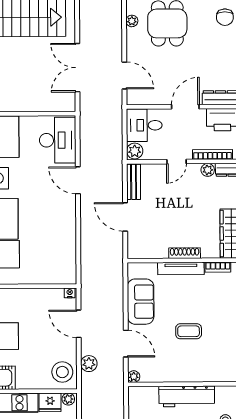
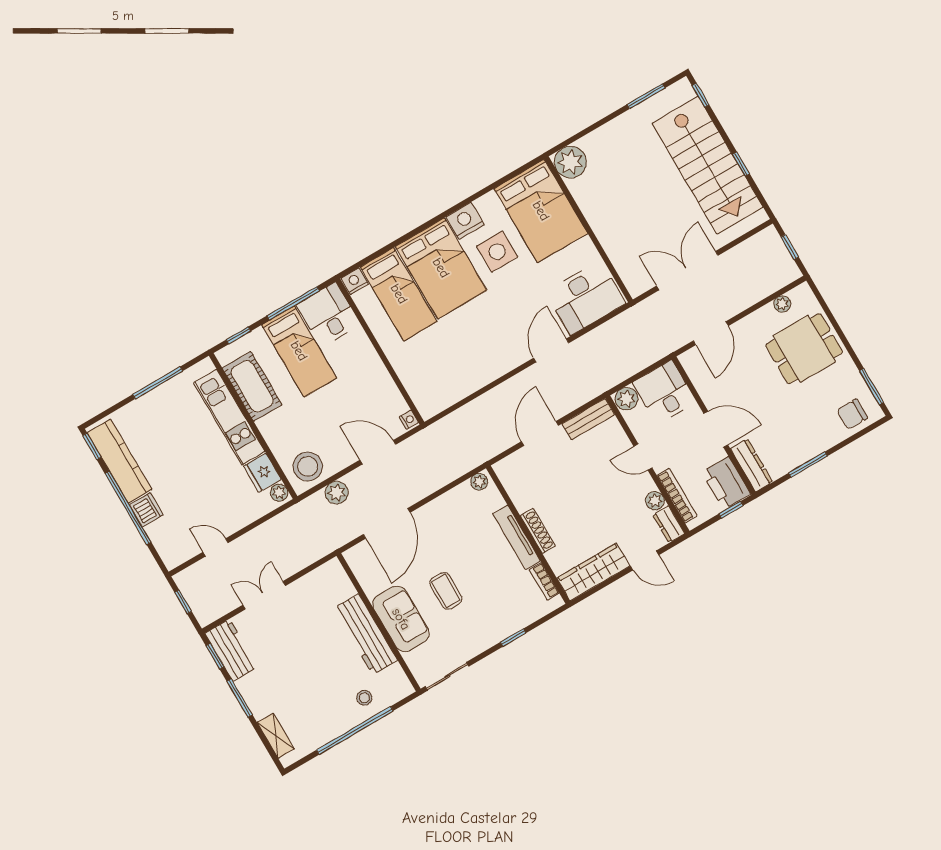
sofa: (141, 302) -> (401, 619), moved, turned -90
door: (79, 324) -> (378, 452), hinge flipped
door: (126, 344) -> (387, 523), width x1.36
plant: (134, 377) -> (479, 482), moved

